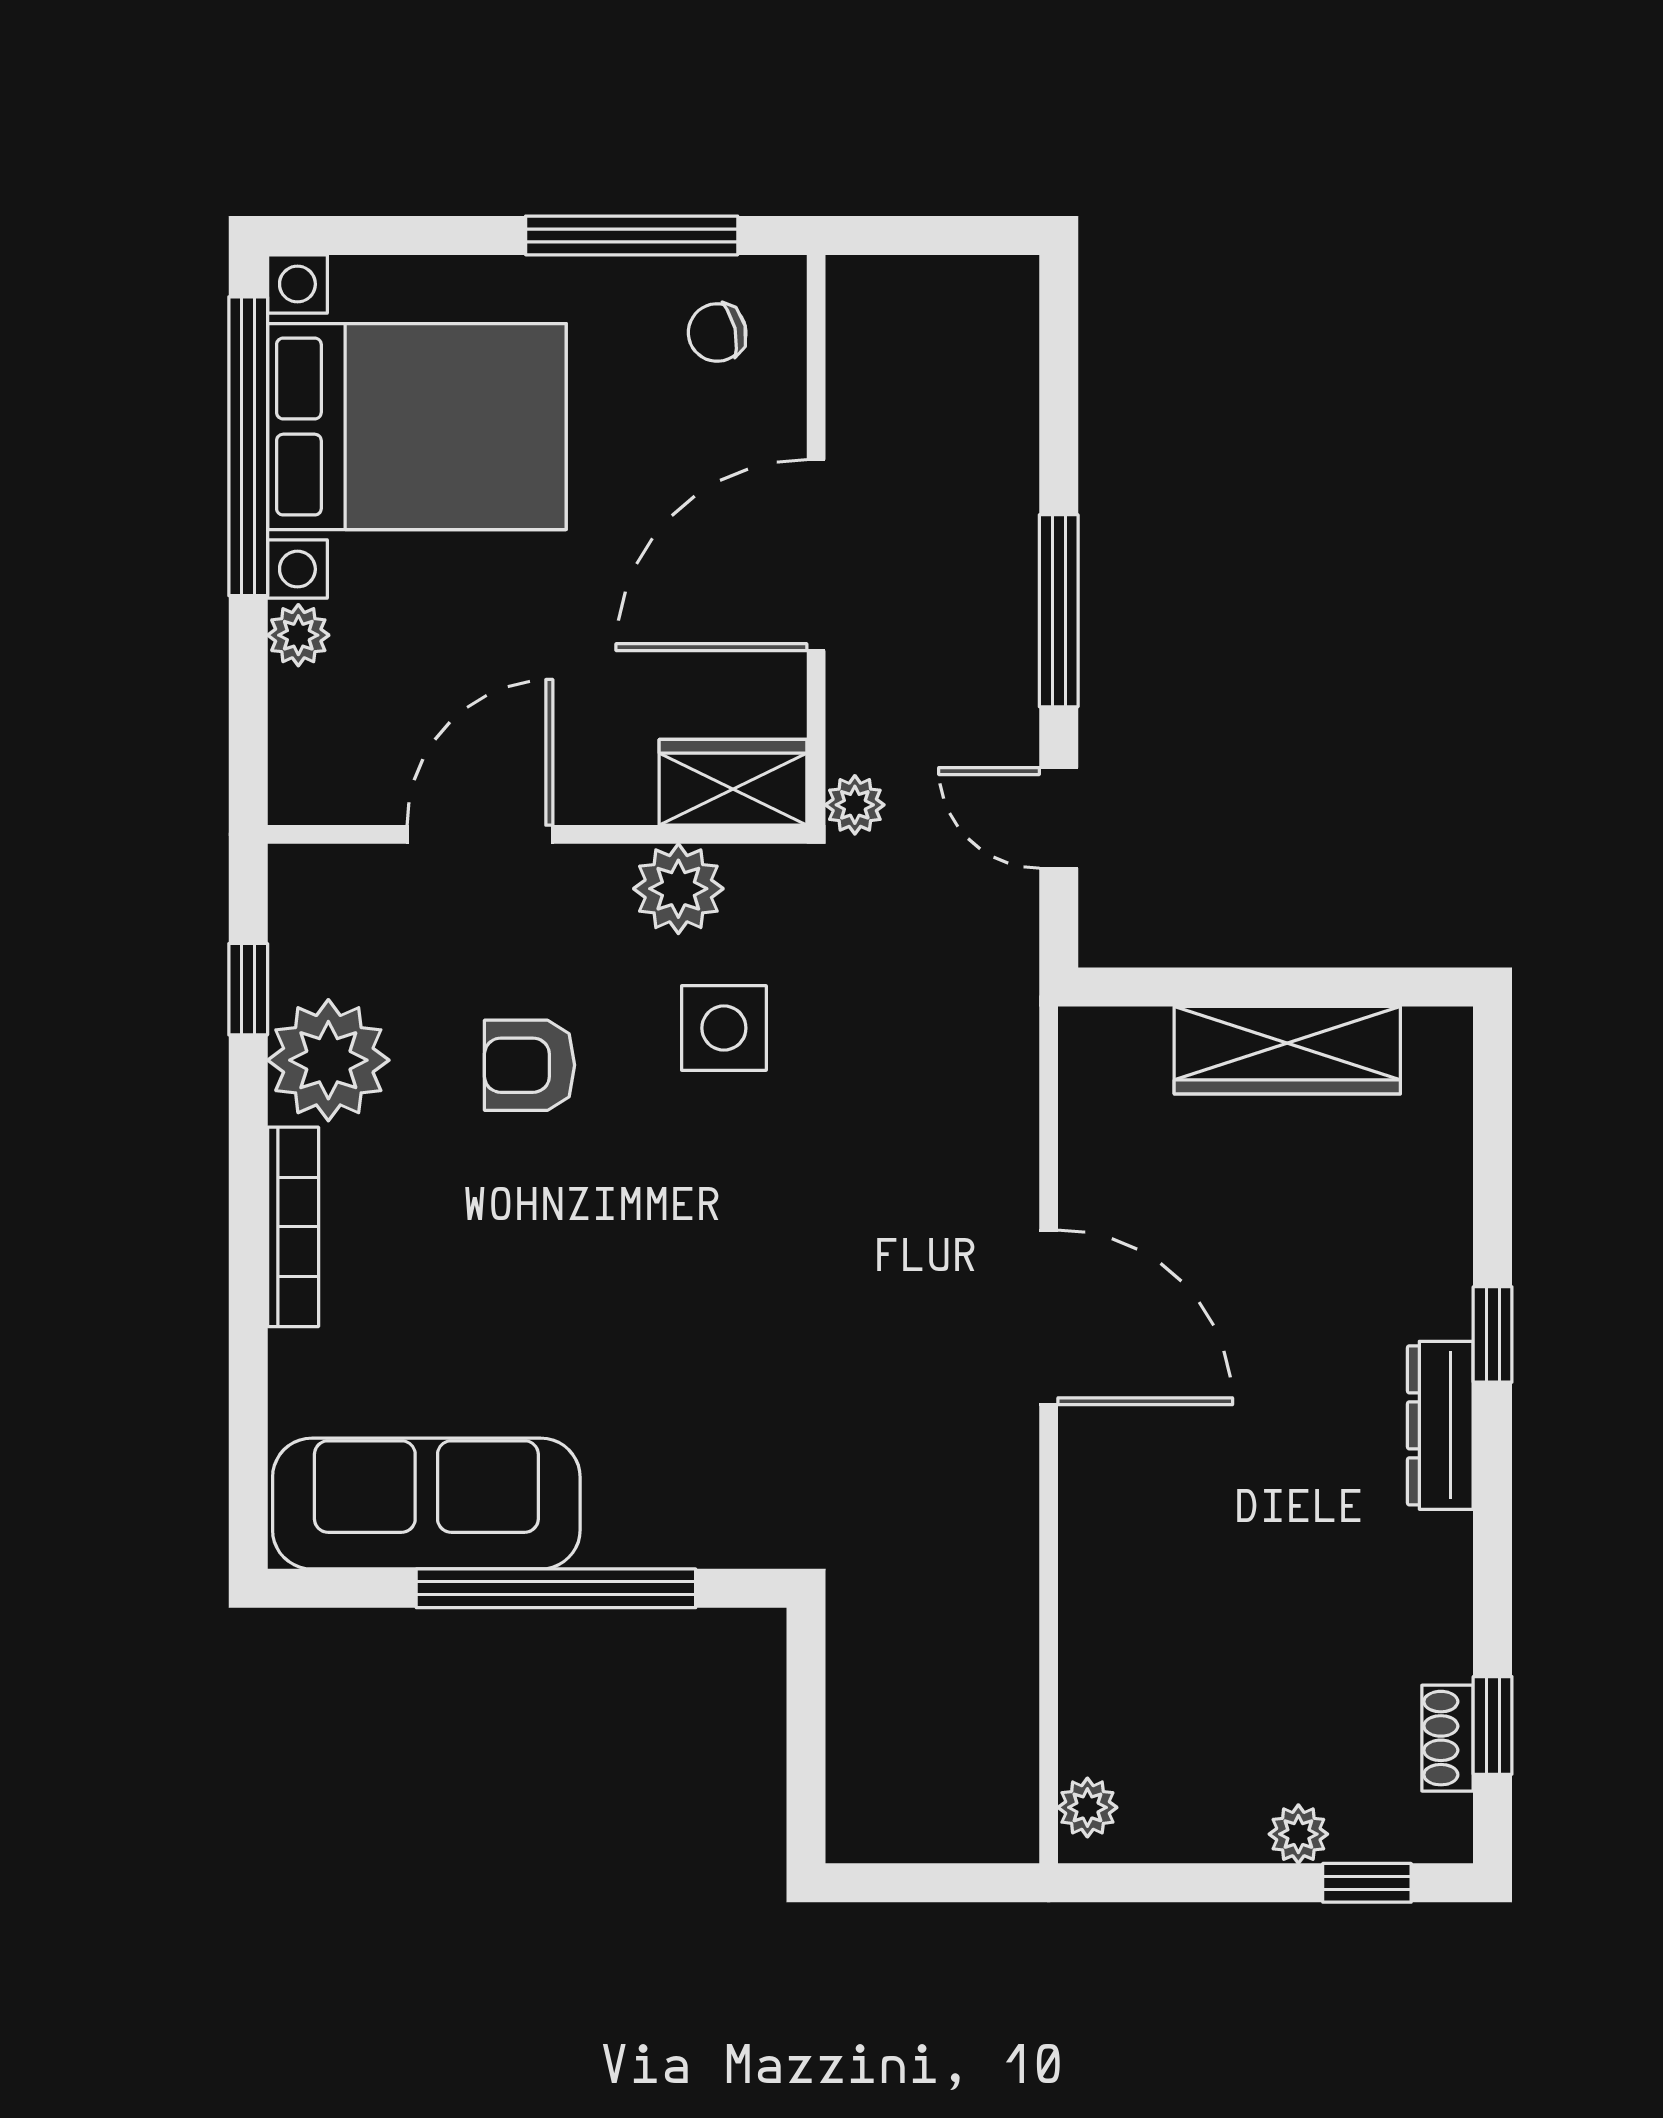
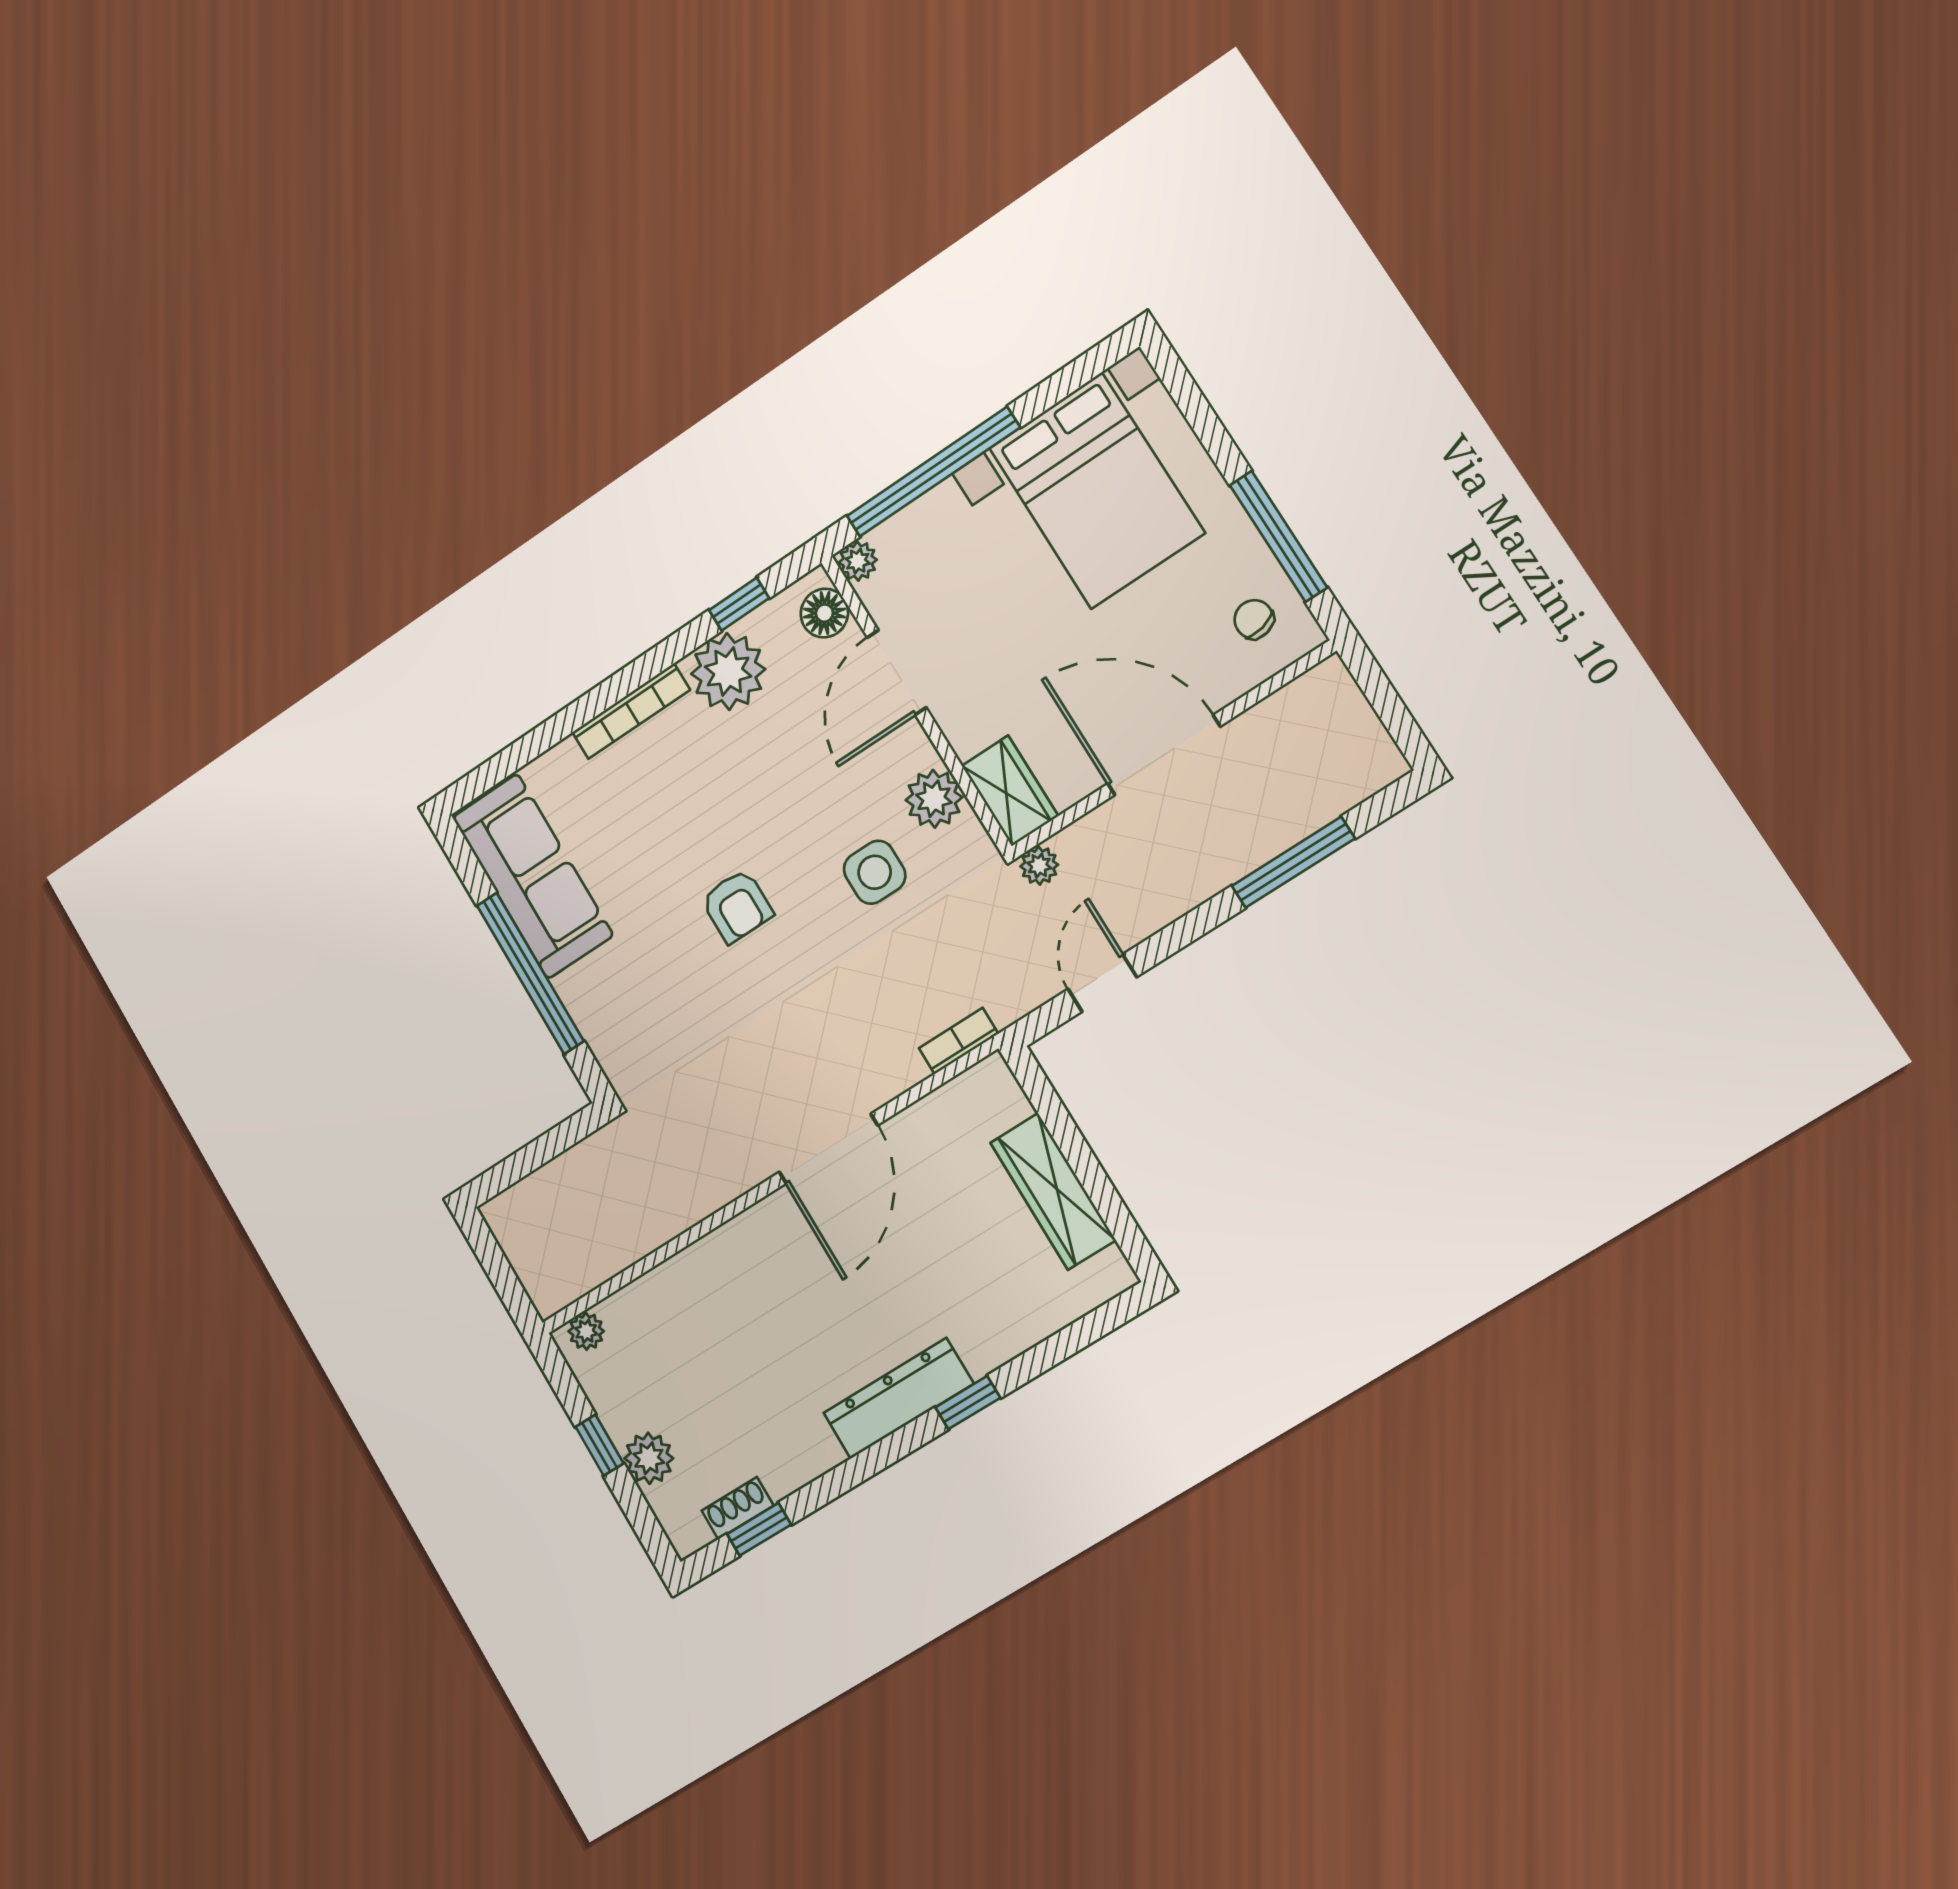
window: (248, 446) -> (933, 472), moved
window: (1059, 611) -> (1293, 862), moved
plant: (298, 635) -> (858, 561), moved
door: (480, 834) -> (897, 672), swing flipped
floor lamp: (337, 882) -> (824, 613), added
bookcase: (1016, 1054) -> (959, 1041), added
armchair: (530, 1065) -> (737, 906), moved, turned 180
dresser: (1440, 1425) -> (898, 1398), width x1.37, depth x1.24
plant: (1298, 1834) -> (649, 1458), width x1.38, depth x1.38
window: (1367, 1883) -> (600, 1445), moved

